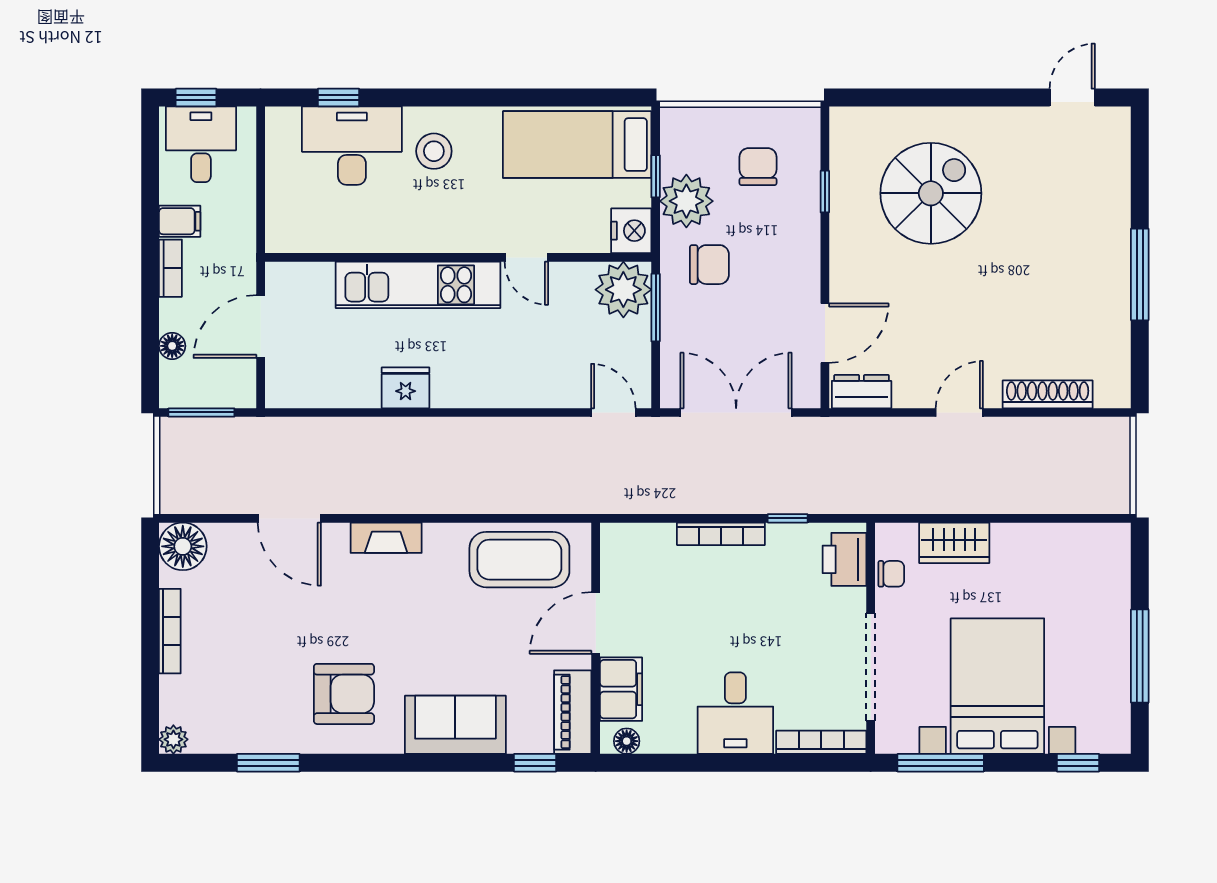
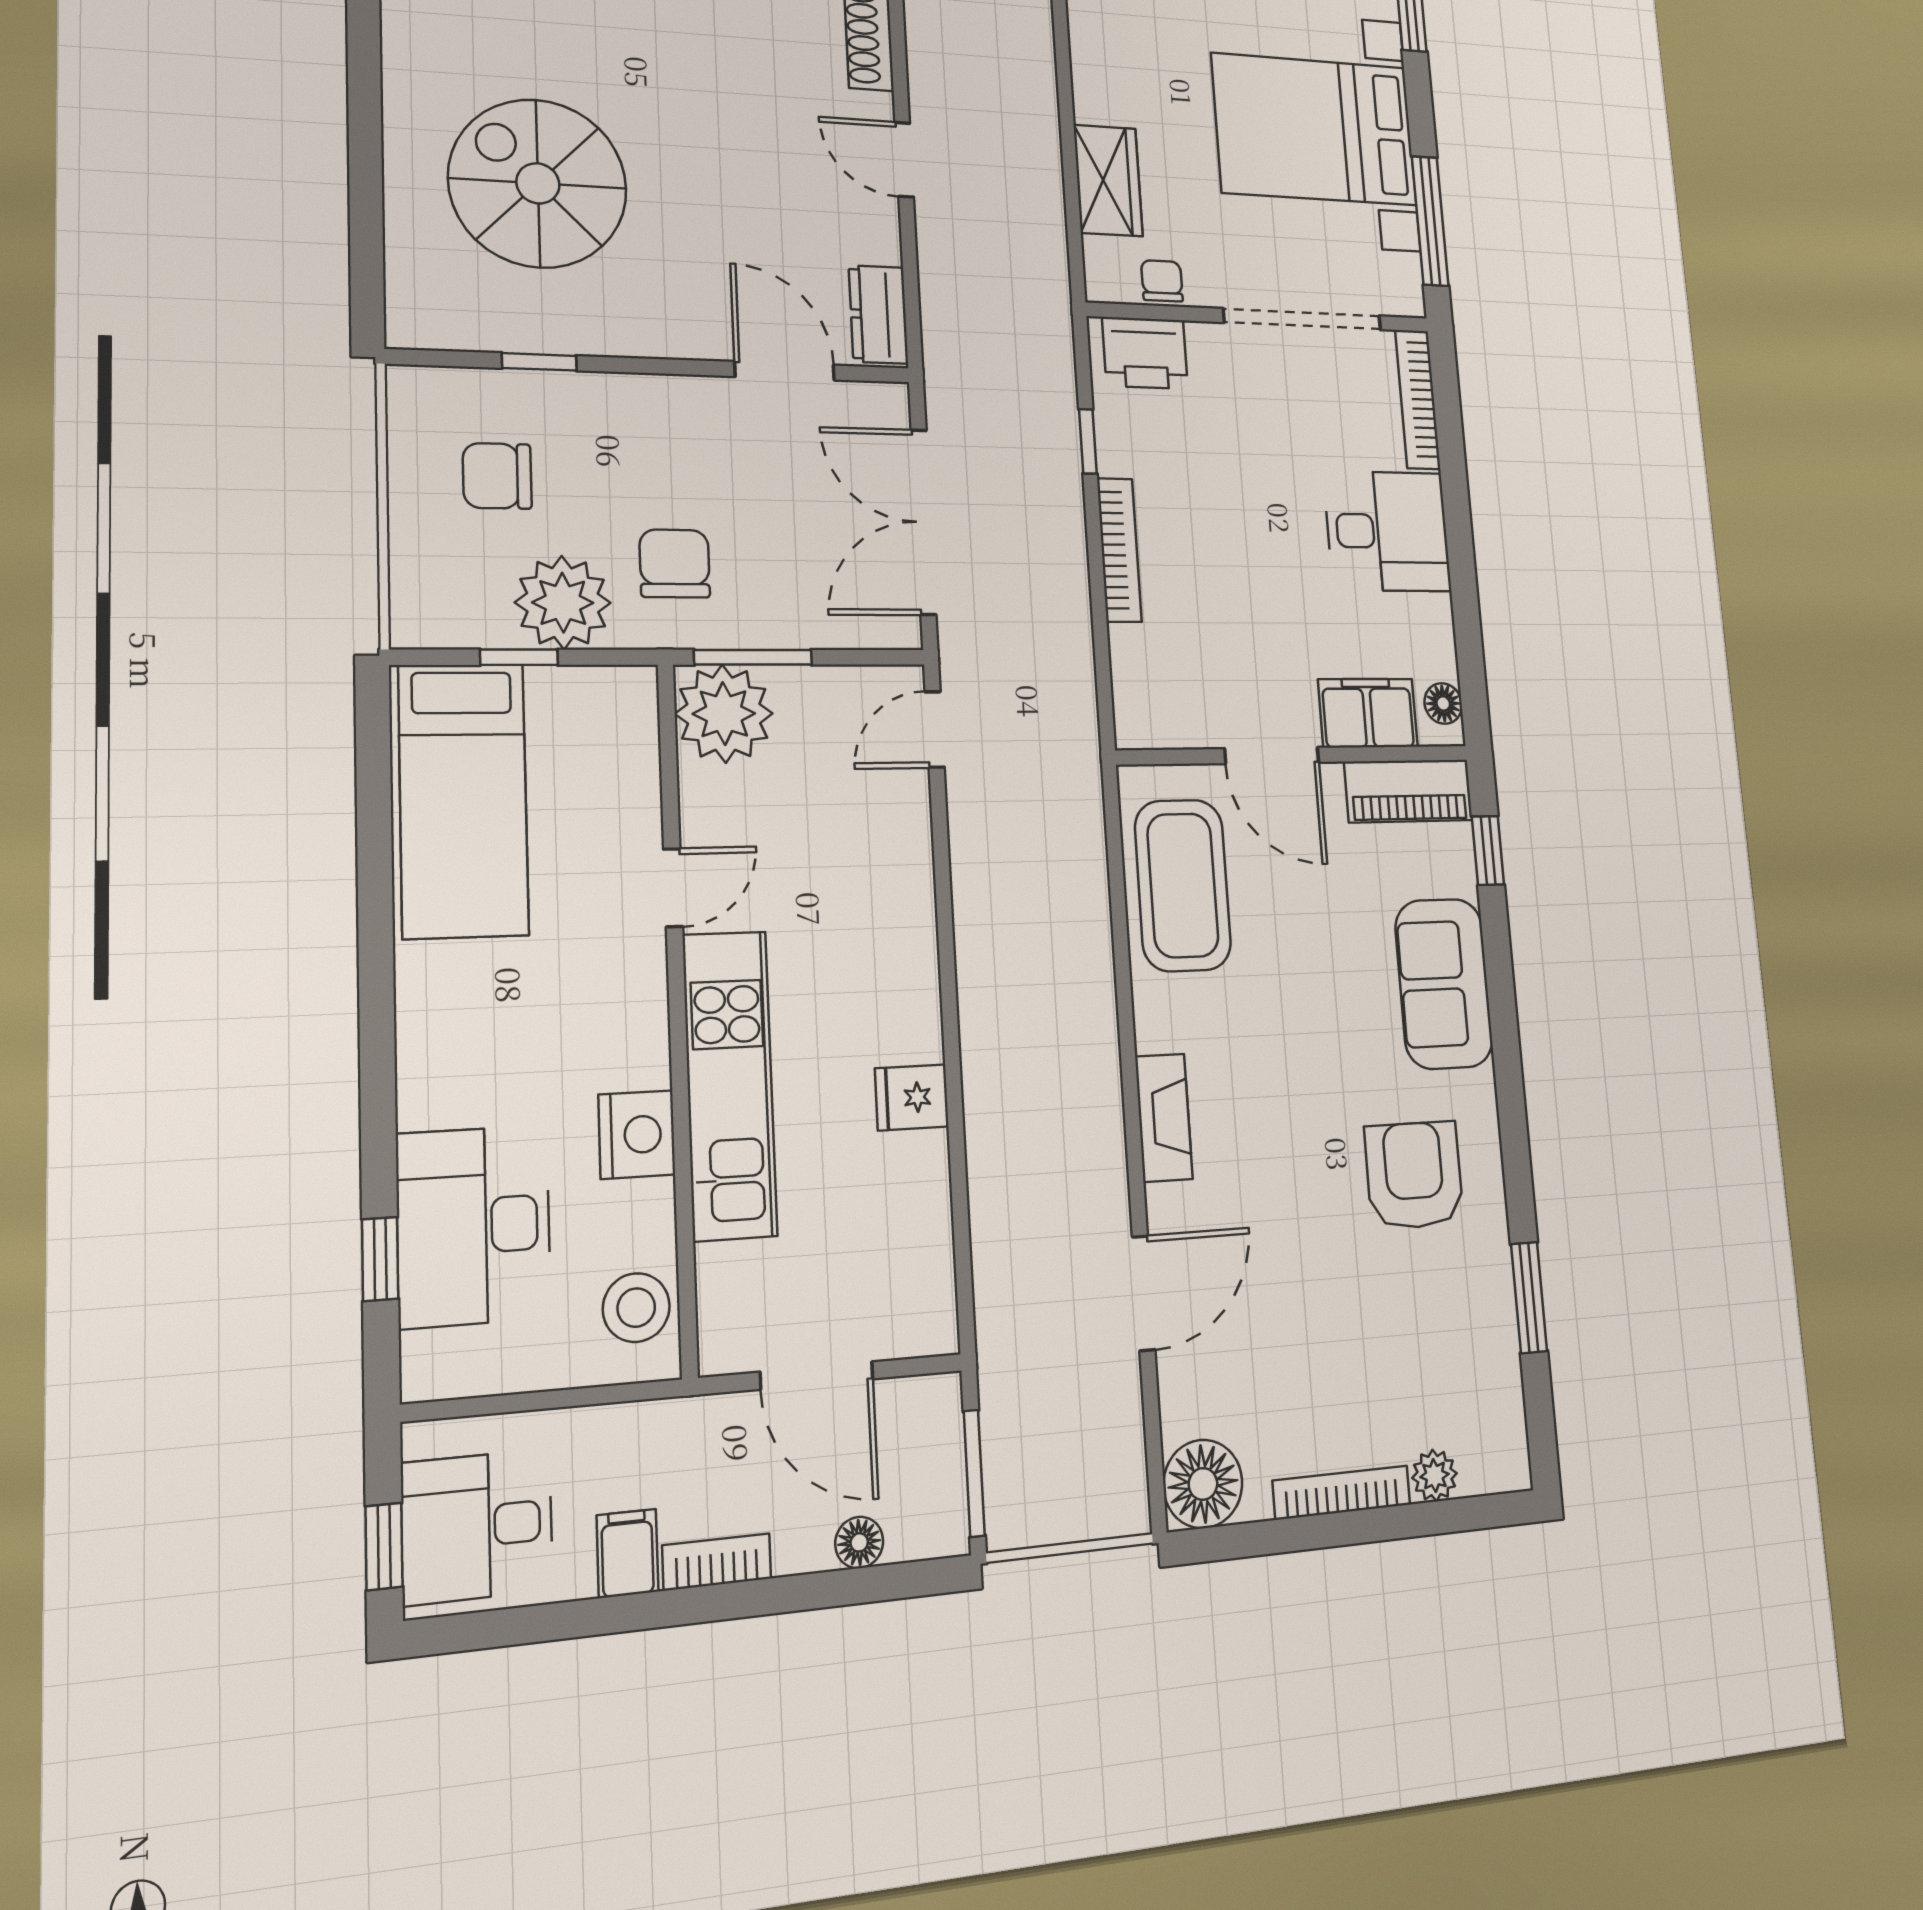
stool: (434, 151) -> (636, 1308), moved
nightstand: (631, 231) -> (637, 1135), moved, turned 90
fridge: (406, 388) -> (912, 1097), width x0.72
plant: (173, 739) -> (1434, 1476), moved

